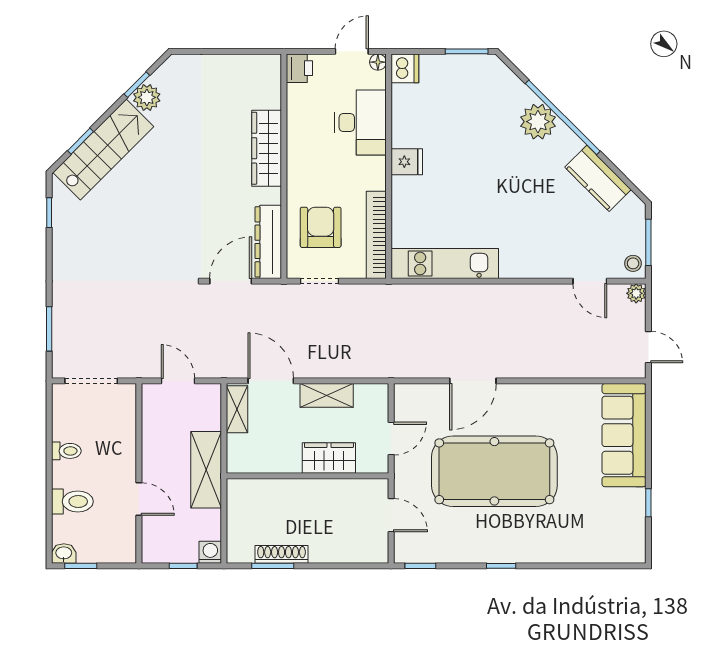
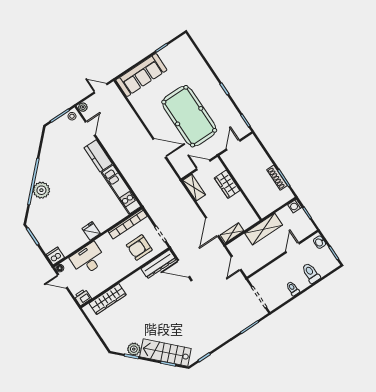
wardrobe: (267, 148) -> (108, 299), moved
kitchen counter: (598, 178) -> (98, 156), moved, turned 135
door: (648, 347) -> (101, 88), hinge flipped
shelving: (327, 395) -> (194, 188), moved
washbasin: (64, 553) -> (320, 242), moved

